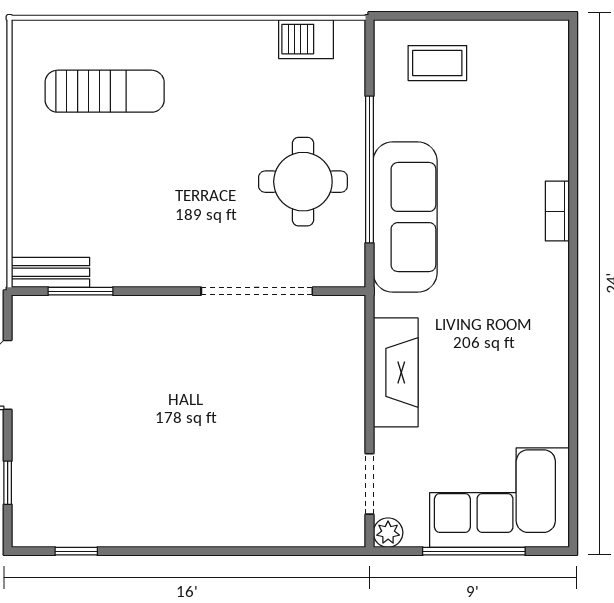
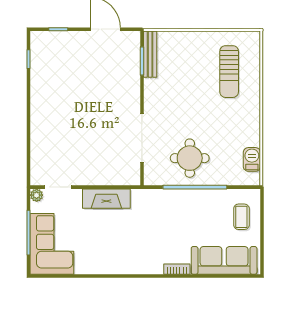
sofa: (405, 217) -> (224, 260), moved, turned 180
bench: (51, 272) -> (150, 54), width x1.36

